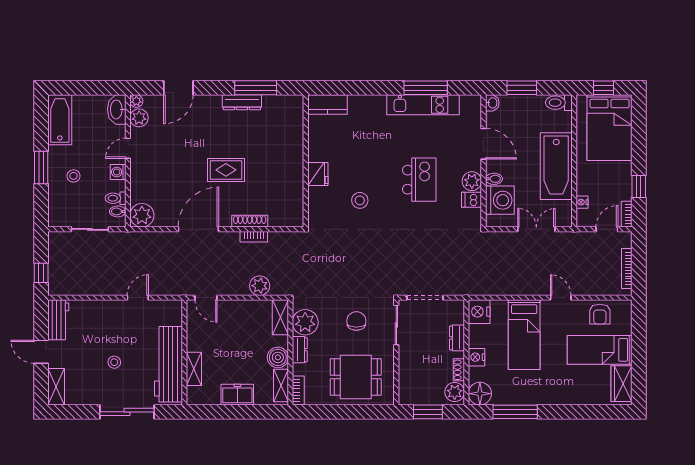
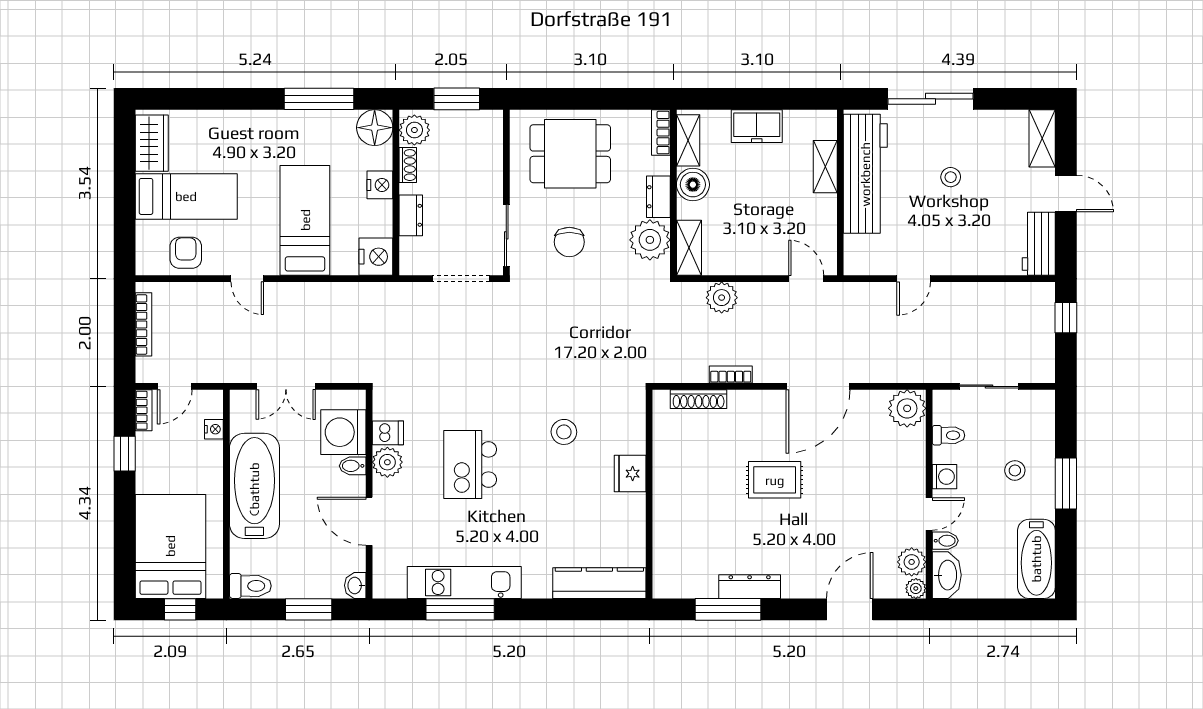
kitchen counter: (327, 104) -> (599, 583), width x1.50
bidet: (118, 211) -> (945, 541), moved
shoe rack: (250, 221) -> (699, 399), moved

